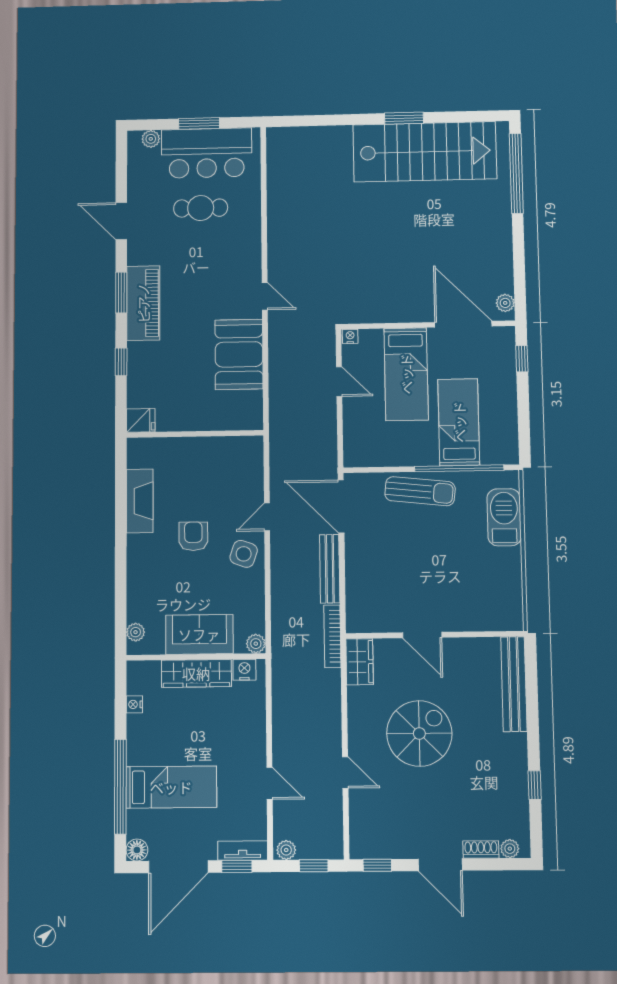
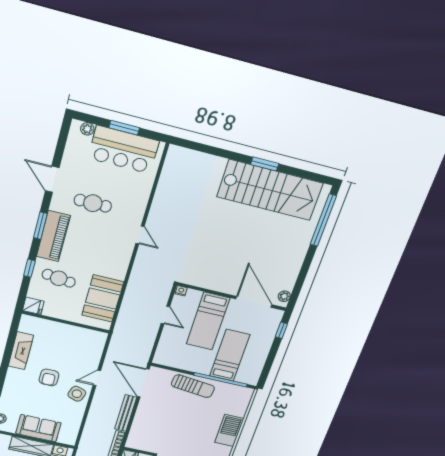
cafe table: (201, 208) -> (93, 203), moved
door: (265, 296) -> (140, 235), moved
booth: (239, 354) -> (103, 299), moved
cafe table: (167, 366) -> (59, 278), added
barbecue: (504, 517) -> (229, 430), moved
armchair: (193, 536) -> (49, 377), turned 180
plant: (256, 644) -> (70, 440), removed

